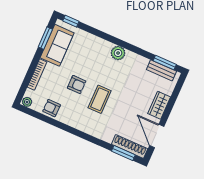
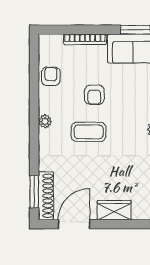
plant: (27, 102) -> (45, 121), moved

